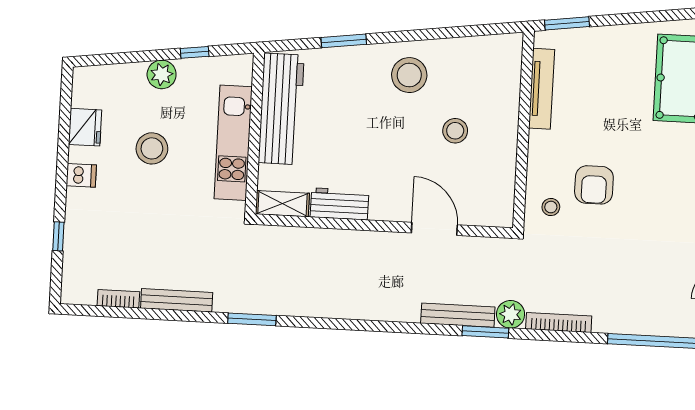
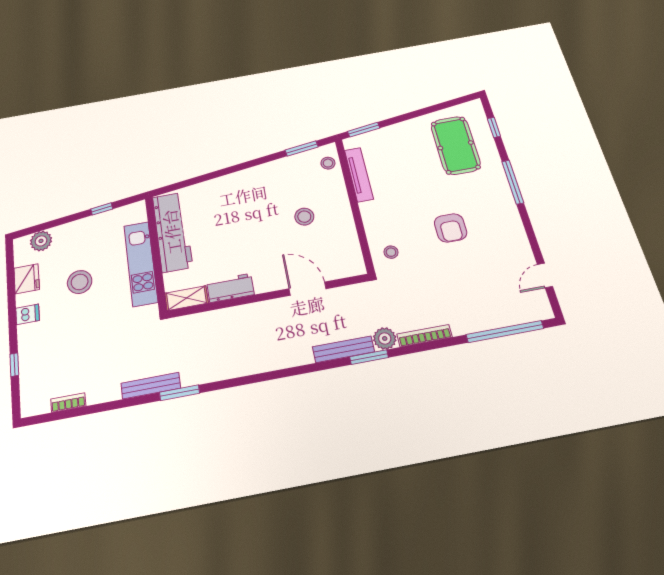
window: (344, 41) -> (302, 148), moved
plant: (162, 74) -> (41, 241), moved
stool: (409, 75) -> (328, 163), moved, width x0.53, depth x0.53
armchair: (594, 185) -> (450, 228), moved
bench: (177, 300) -> (151, 386), moved

